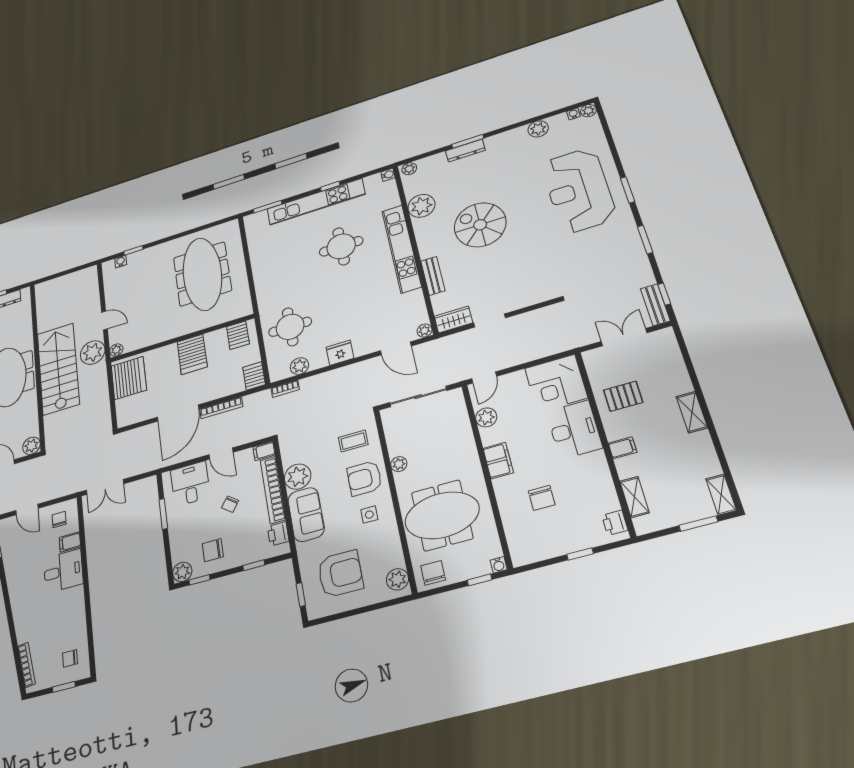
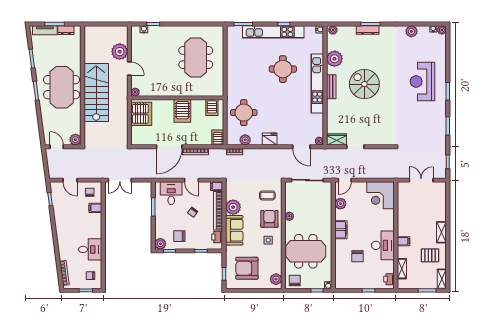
reception desk: (578, 190) -> (422, 82), width x0.74, depth x0.77
meeting table: (202, 274) -> (196, 58), width x0.73
bench: (433, 276) -> (331, 87), moved
bench: (655, 305) -> (442, 167), removed
plant: (93, 352) -> (120, 52), moved
pallet: (623, 396) -> (430, 255), moved
desk: (574, 430) -> (383, 245), moved
armchair: (364, 478) -> (269, 219), turned 90
desk: (63, 571) -> (90, 249), moved
armchair: (340, 574) -> (247, 268), turned 180

